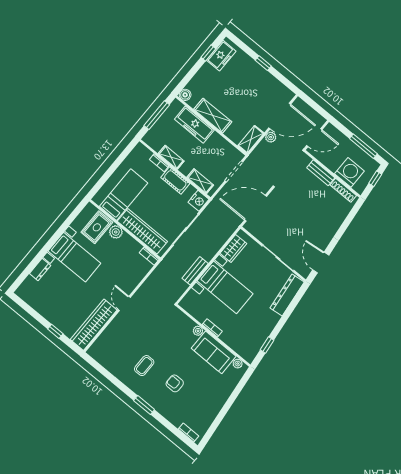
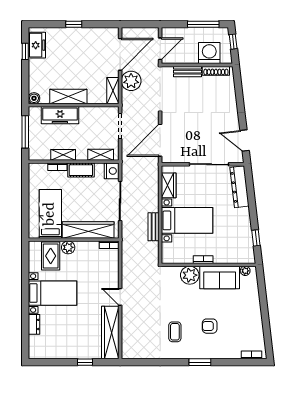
plant: (271, 137) -> (131, 81), width x1.88, depth x1.88
plant: (198, 331) -> (190, 275), width x1.88, depth x1.88

